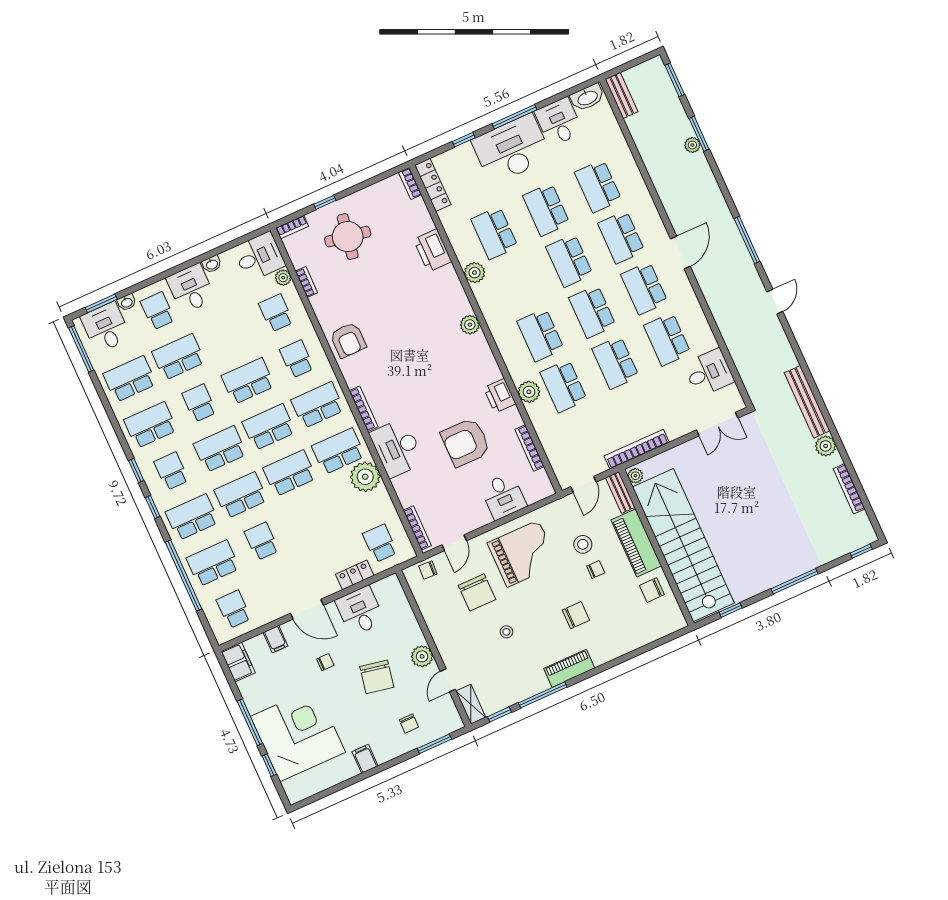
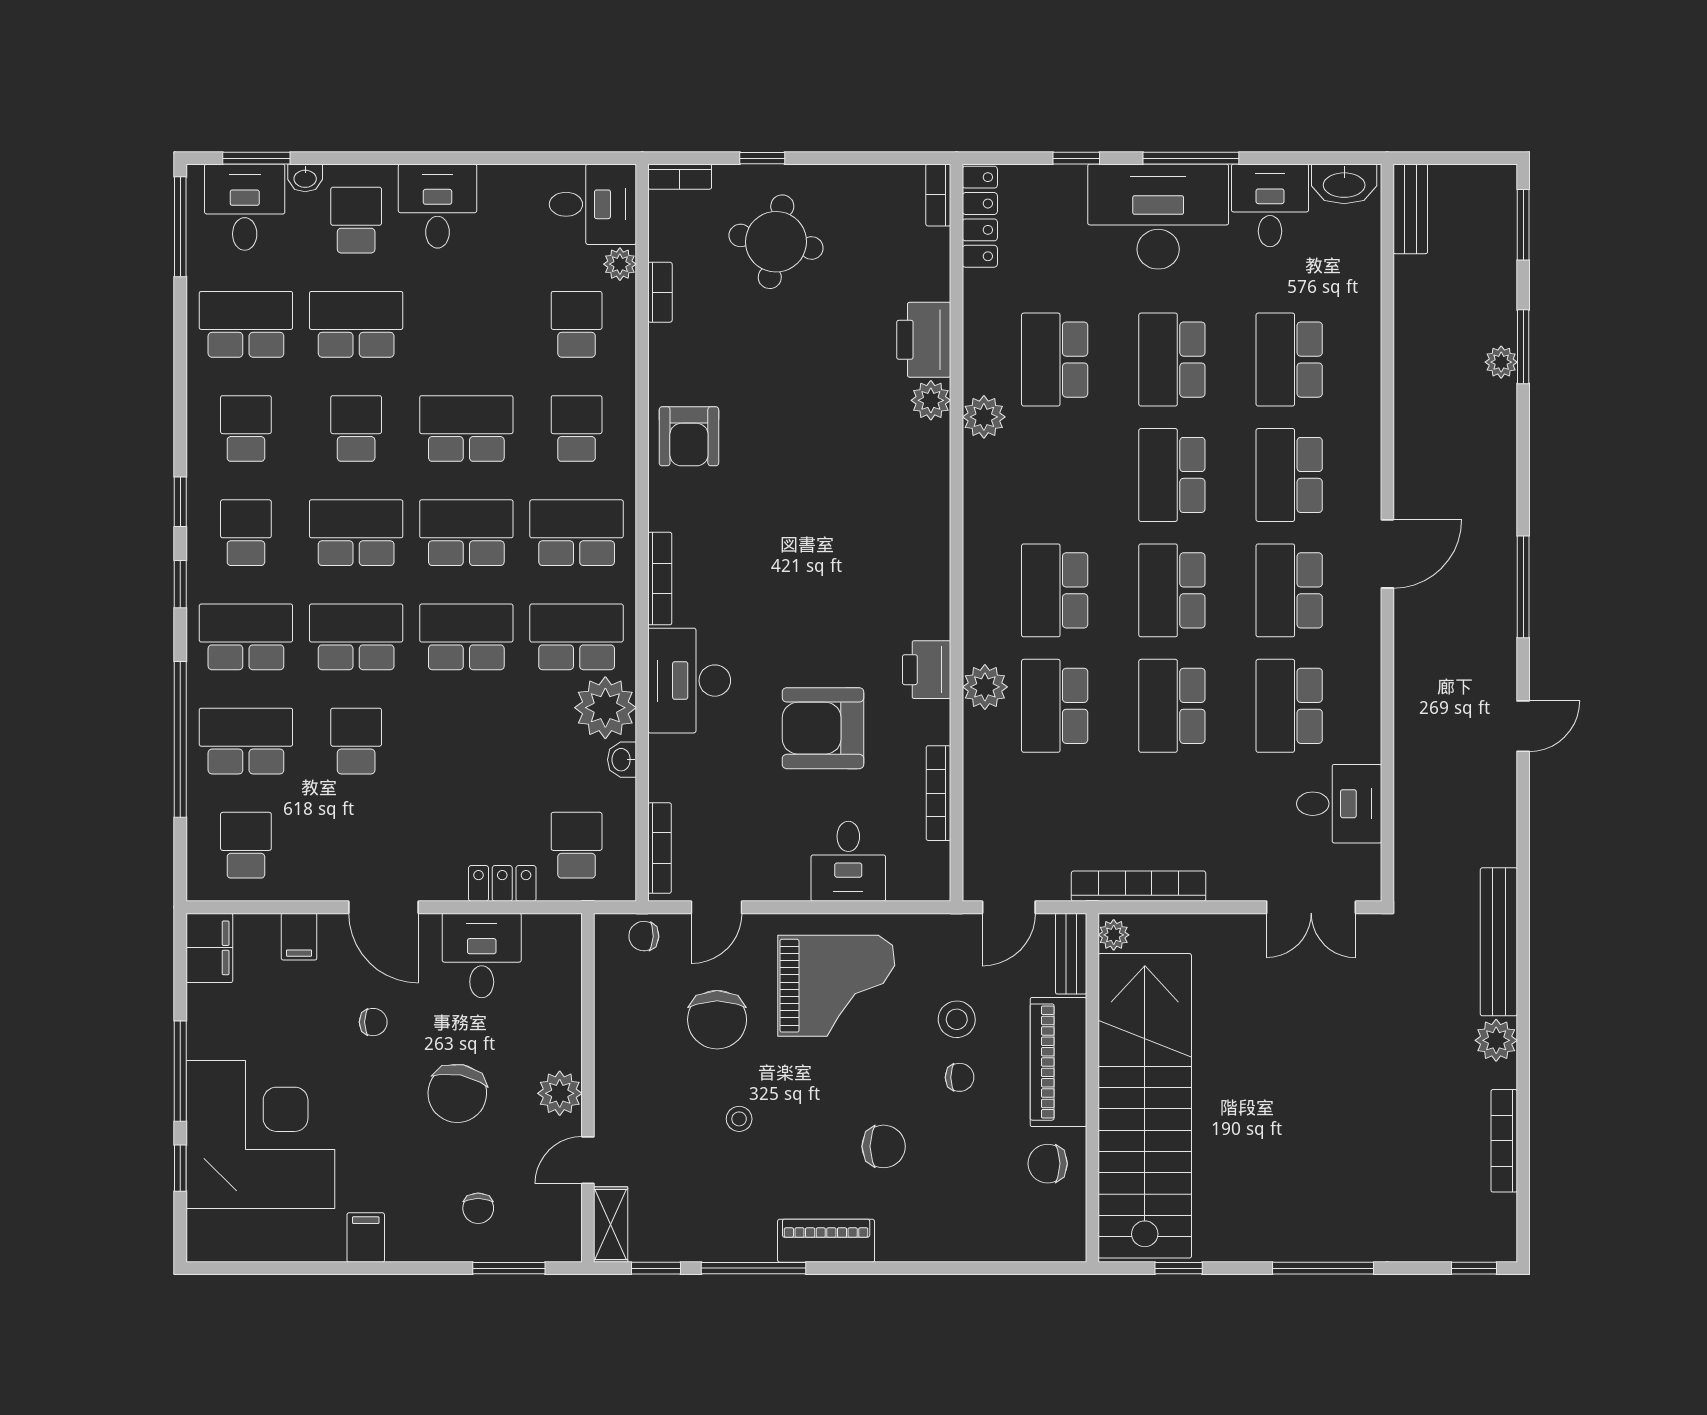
washbasin: (212, 264) -> (622, 760), moved, turned 90
plant: (470, 325) -> (931, 400), moved
school desk: (151, 425) -> (246, 428), width x0.54

